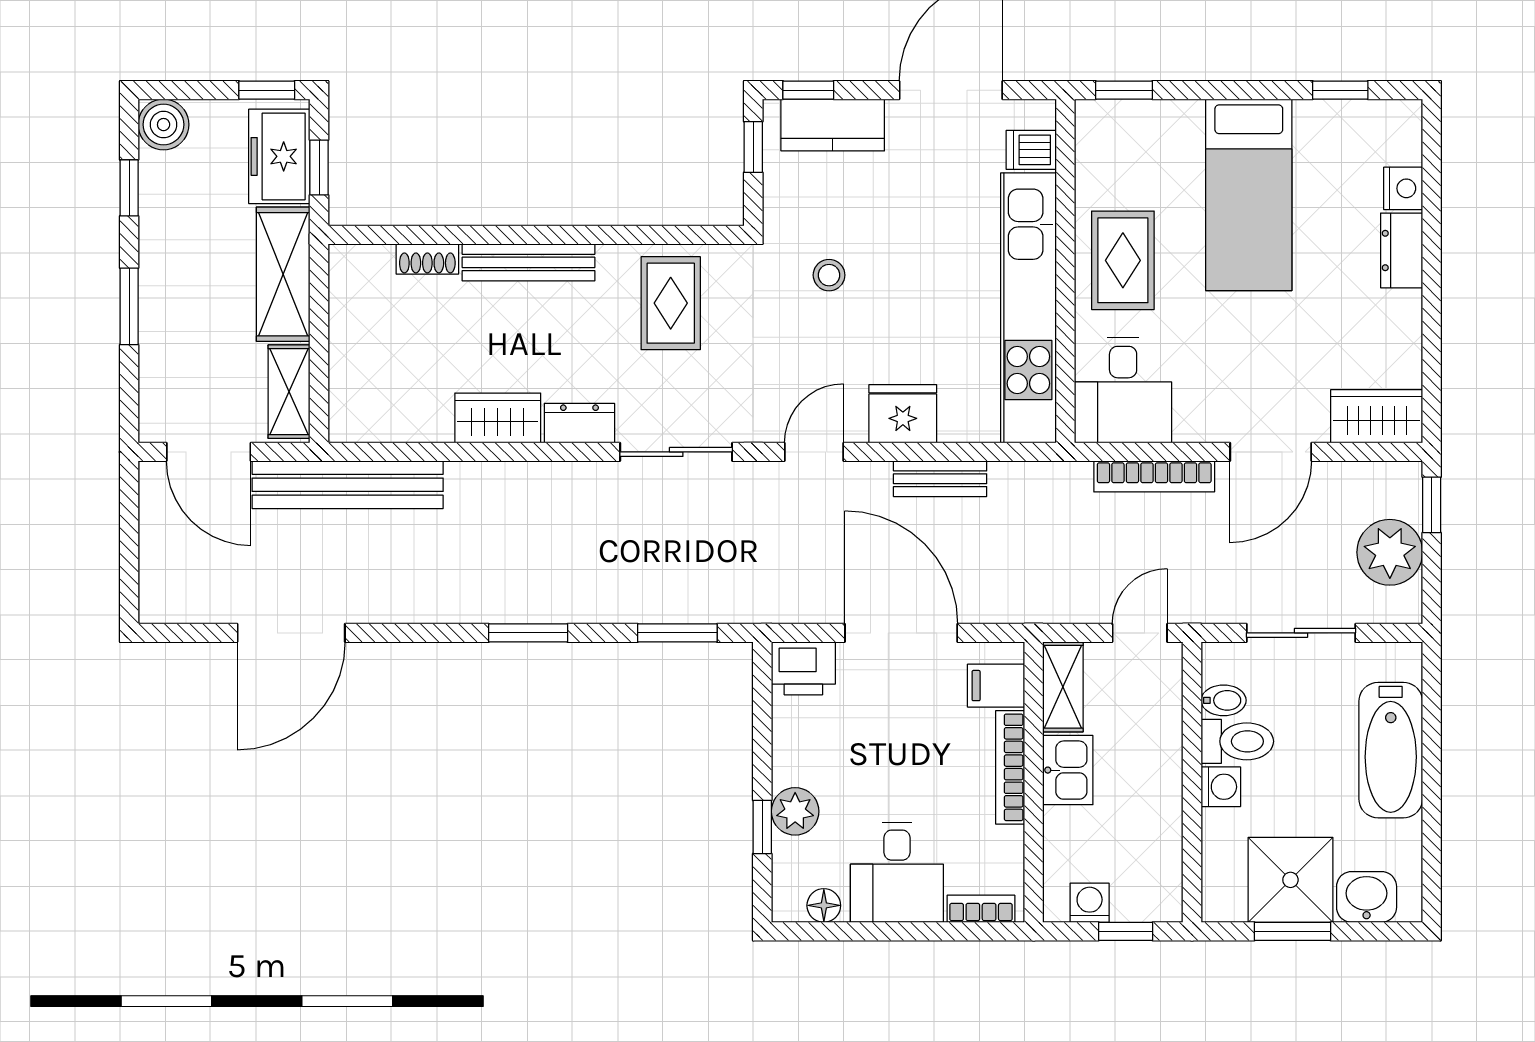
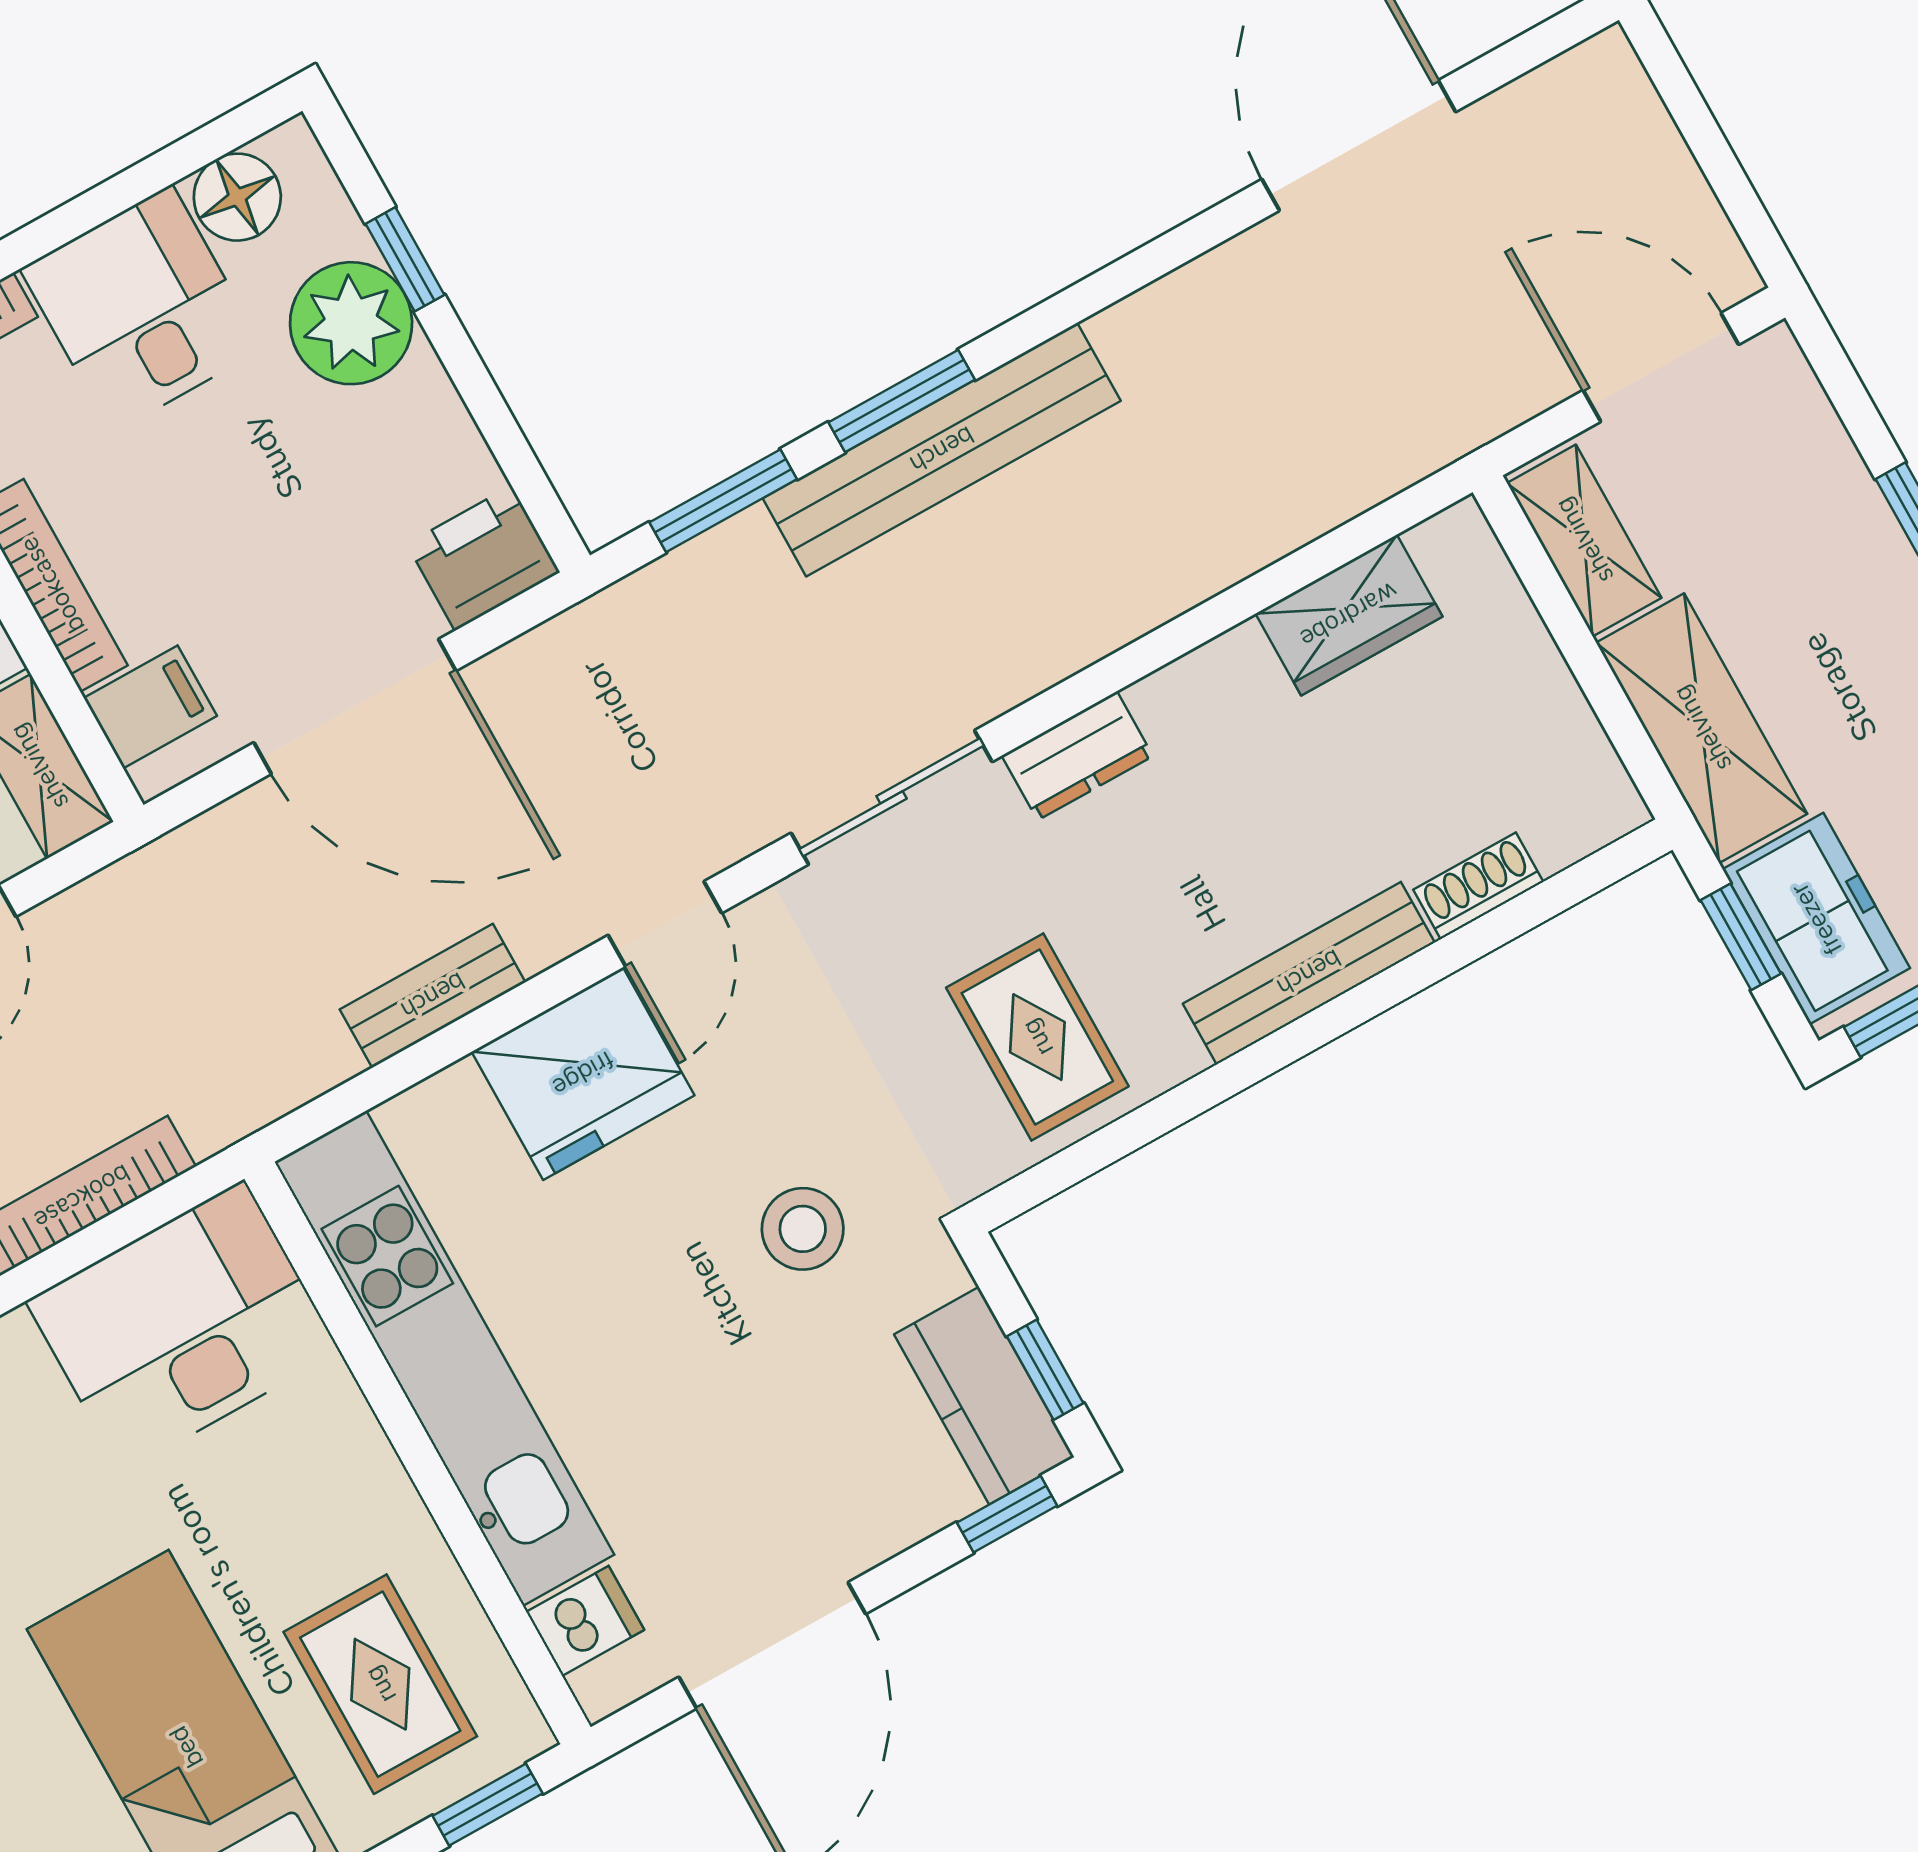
kitchen counter: (833, 125) -> (984, 1396), moved, turned -90
rug: (1123, 260) -> (380, 1684), moved
stool: (829, 275) -> (803, 1229), width x1.37, depth x1.37
desk: (1123, 390) -> (183, 1326), width x1.37
fridge: (903, 414) -> (583, 1074), width x1.36, depth x1.34
wardrobe: (498, 418) -> (1349, 615), moved
bench: (348, 485) -> (942, 450), moved
window: (528, 633) -> (902, 401), moved
plant: (795, 811) -> (351, 323), width x1.36, depth x1.36
floor lamp: (824, 905) -> (237, 197), width x1.37, depth x1.37

